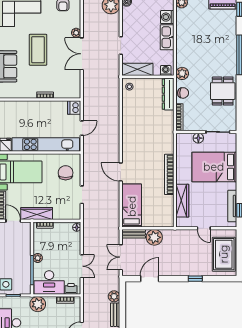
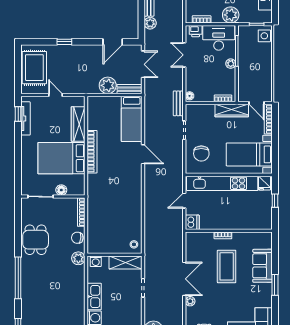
coffee table: (38, 50) -> (227, 266), moved
dresser: (168, 94) -> (93, 236), removed
bed: (214, 167) -> (61, 158), moved, turned 180
bench: (87, 220) -> (178, 103), added

